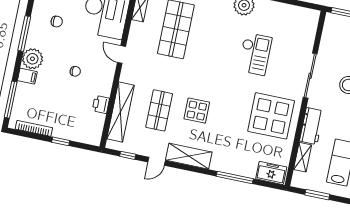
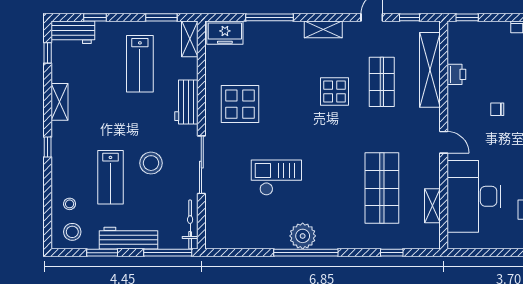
bicycle: (328, 32) -> (190, 224), added
checkout: (255, 54) -> (276, 178), turned 90
display table: (271, 116) -> (240, 104), width x0.73, depth x0.73
window: (61, 141) -> (467, 17), moved
shelving: (189, 156) -> (323, 29), width x0.67, depth x0.75
shelving: (303, 157) -> (190, 39), moved

